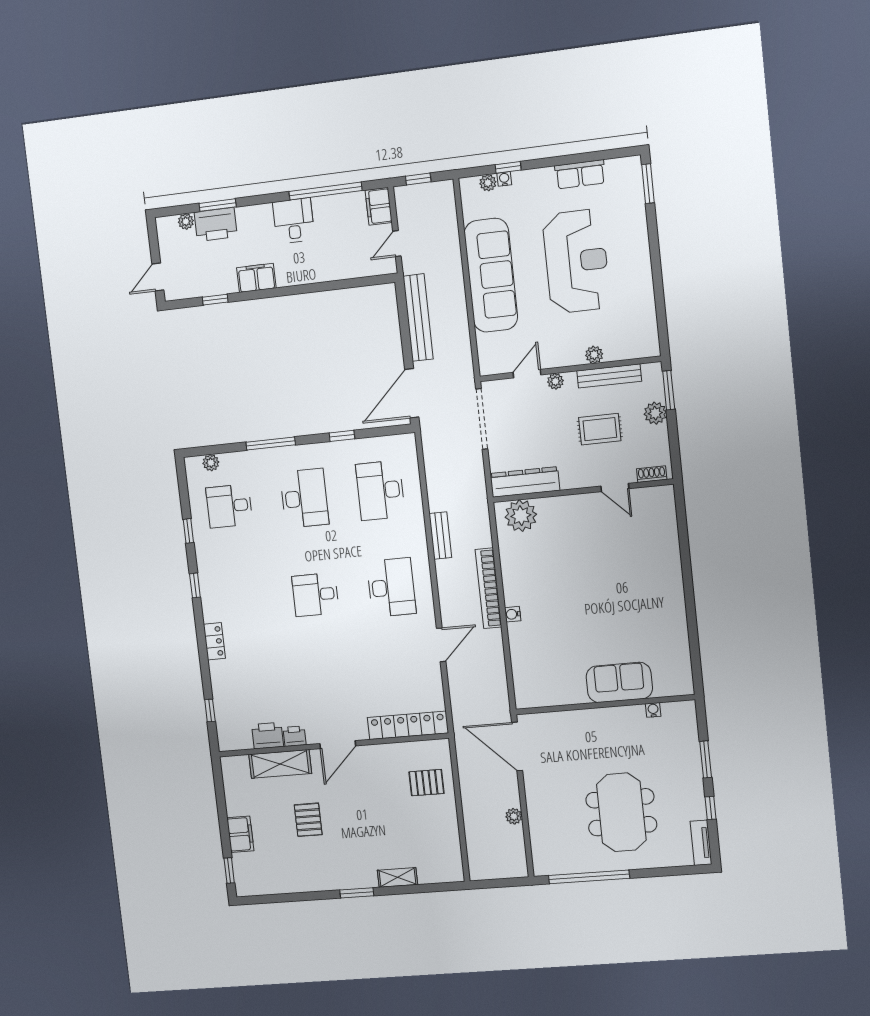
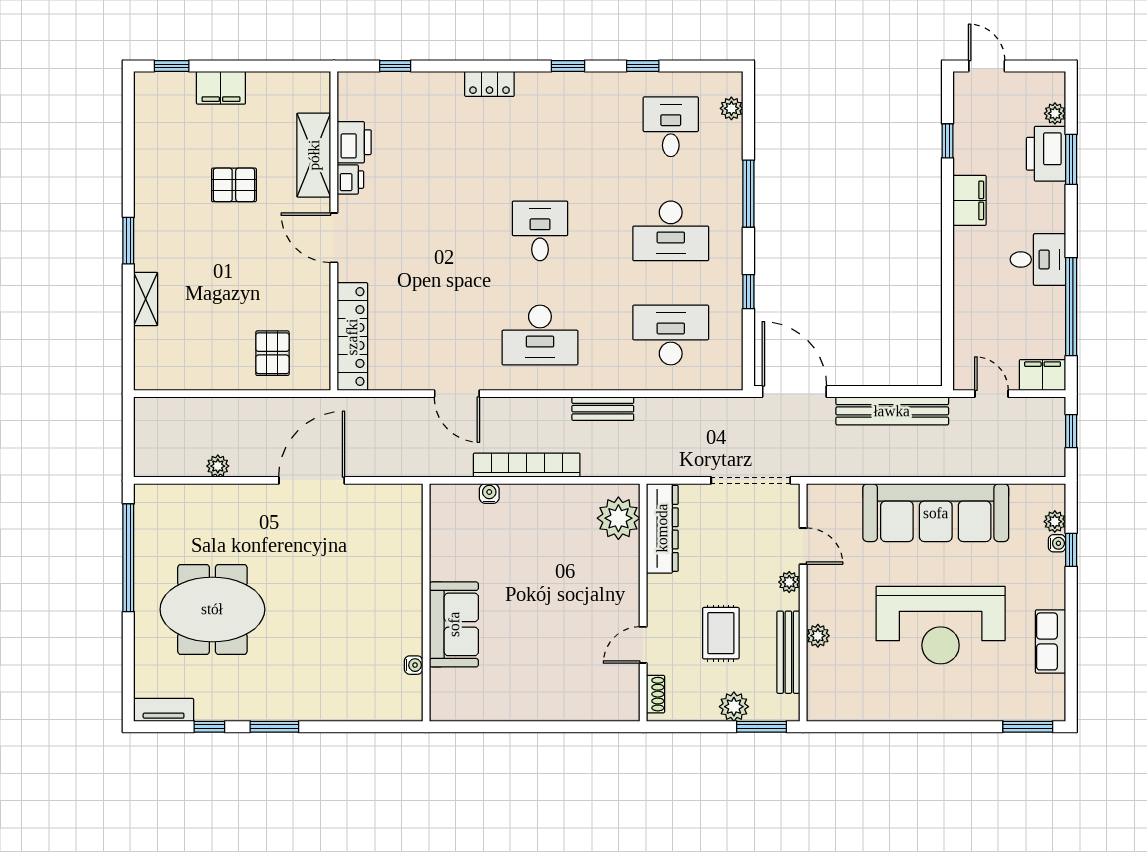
sofa: (619, 682) -> (454, 624), moved
wall: (605, 705) -> (426, 603), moved
water cooler: (653, 710) -> (414, 665), moved

